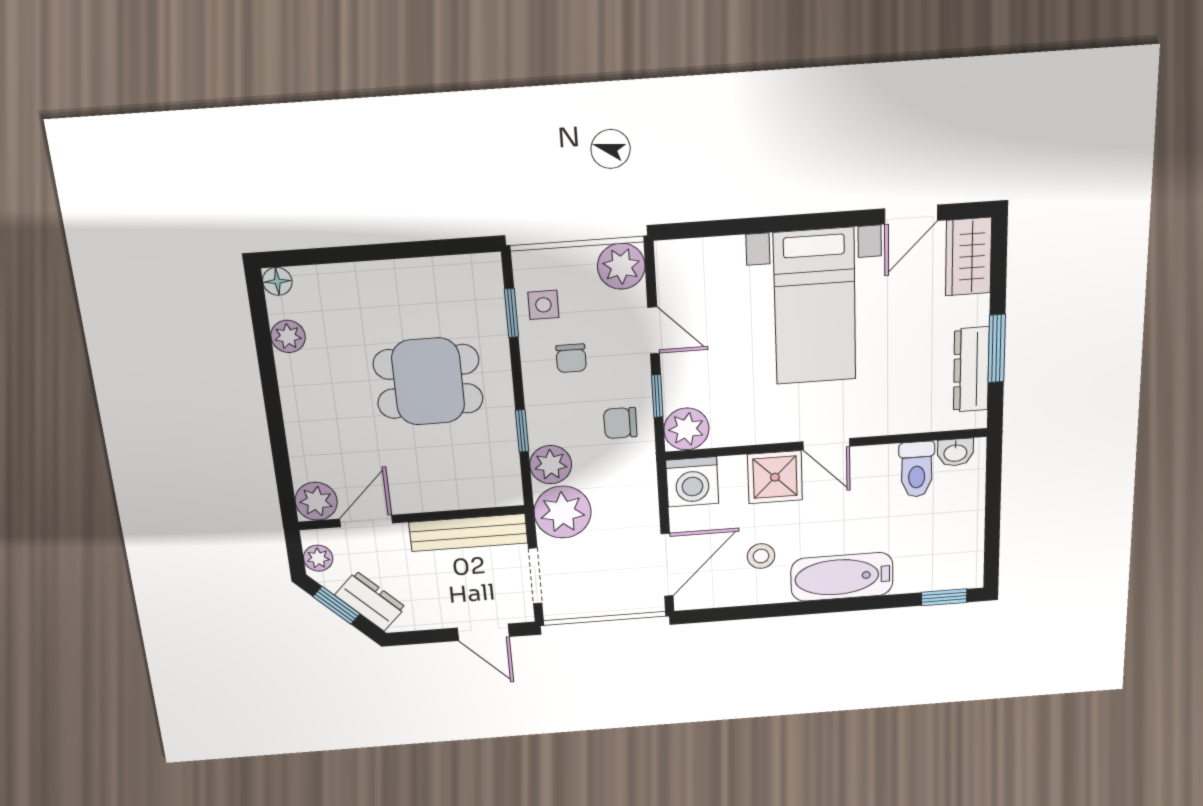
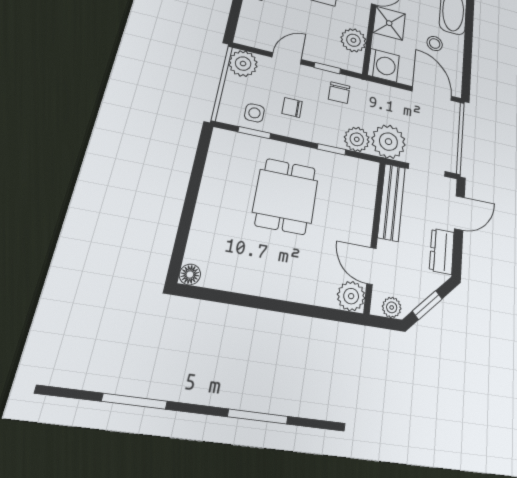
plant: (288, 336) -> (231, 279), removed
chair: (571, 358) -> (292, 108), turned 180
plant: (686, 429) -> (353, 40), moved
dresser: (370, 601) -> (442, 251), moved, turned -45

